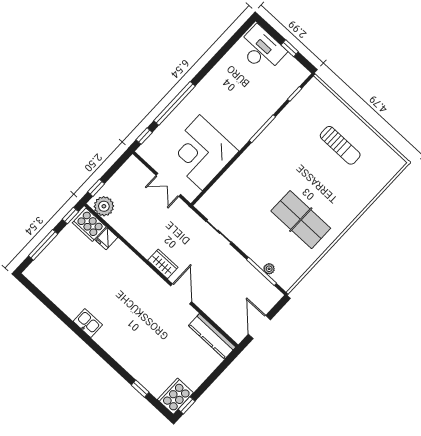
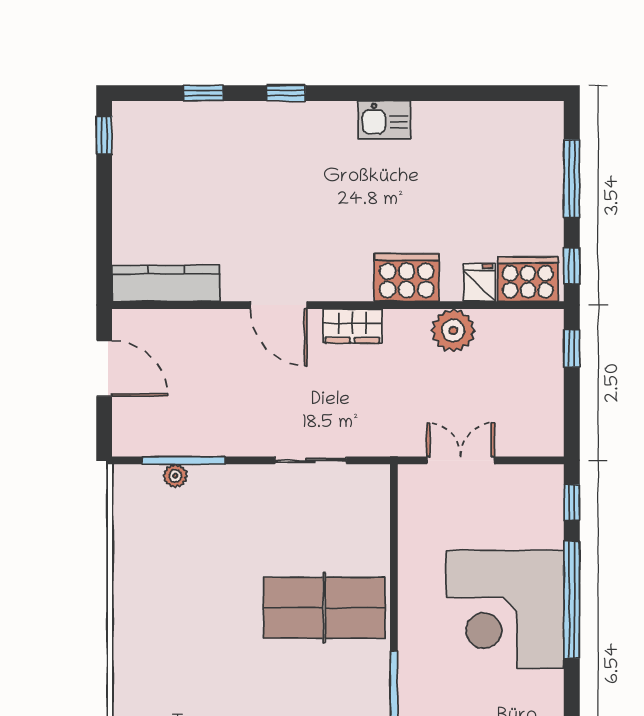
corner desk: (201, 153) -> (505, 609), moved, turned 180
plant: (104, 206) -> (453, 331), moved
table tennis table: (301, 220) -> (324, 608), moved
window: (112, 363) -> (286, 93), added
cooker: (175, 396) -> (407, 277), moved, turned -90

